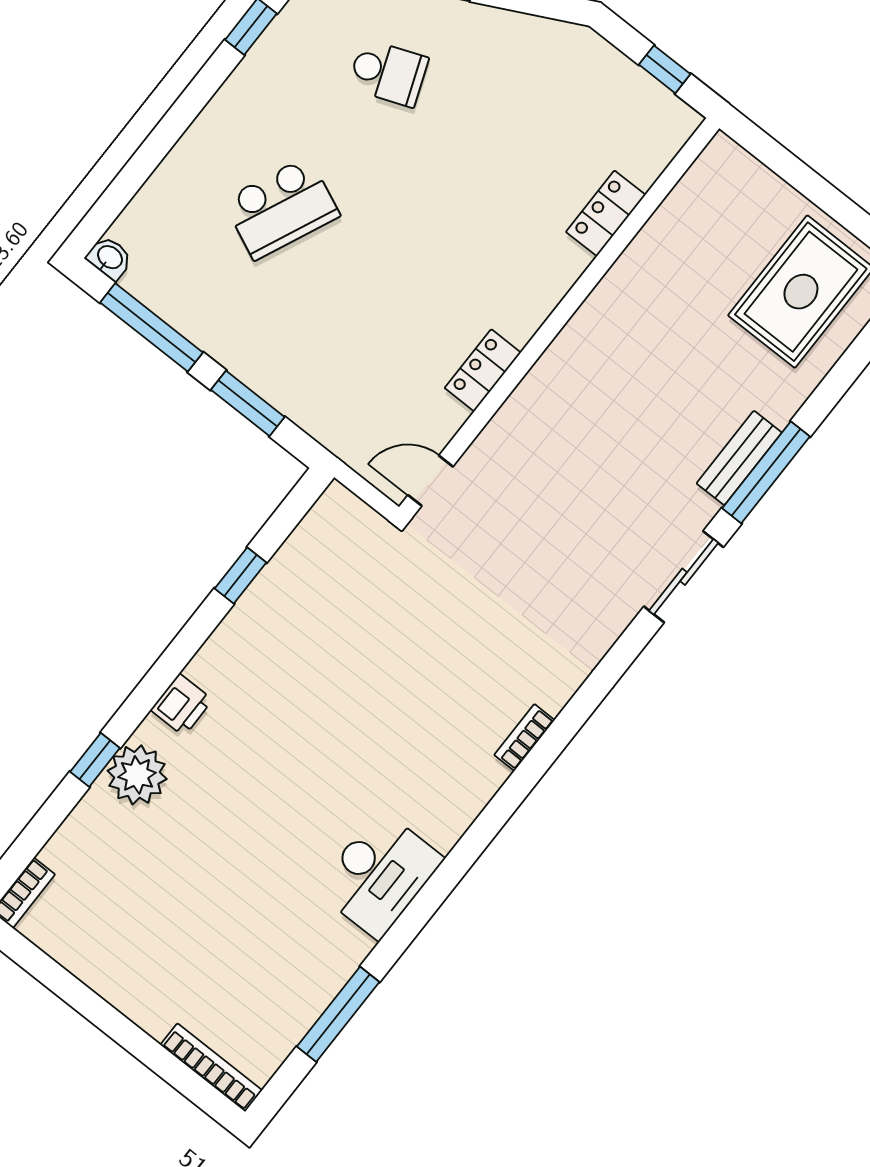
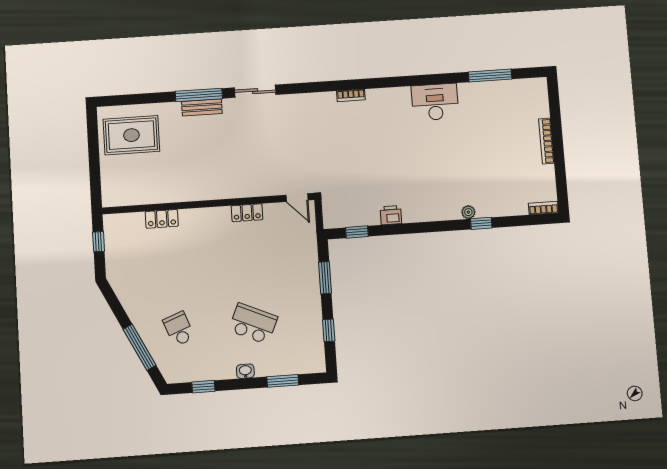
window: (137, 171) -> (283, 381), added
washbasin: (109, 258) -> (245, 371), moved, turned 90
window: (152, 327) -> (329, 330), width x0.46
window: (241, 576) -> (357, 232), moved
printer: (182, 705) -> (391, 215), moved
plant: (137, 775) -> (468, 212), width x0.53, depth x0.53
bookcase: (211, 1067) -> (546, 141), moved

